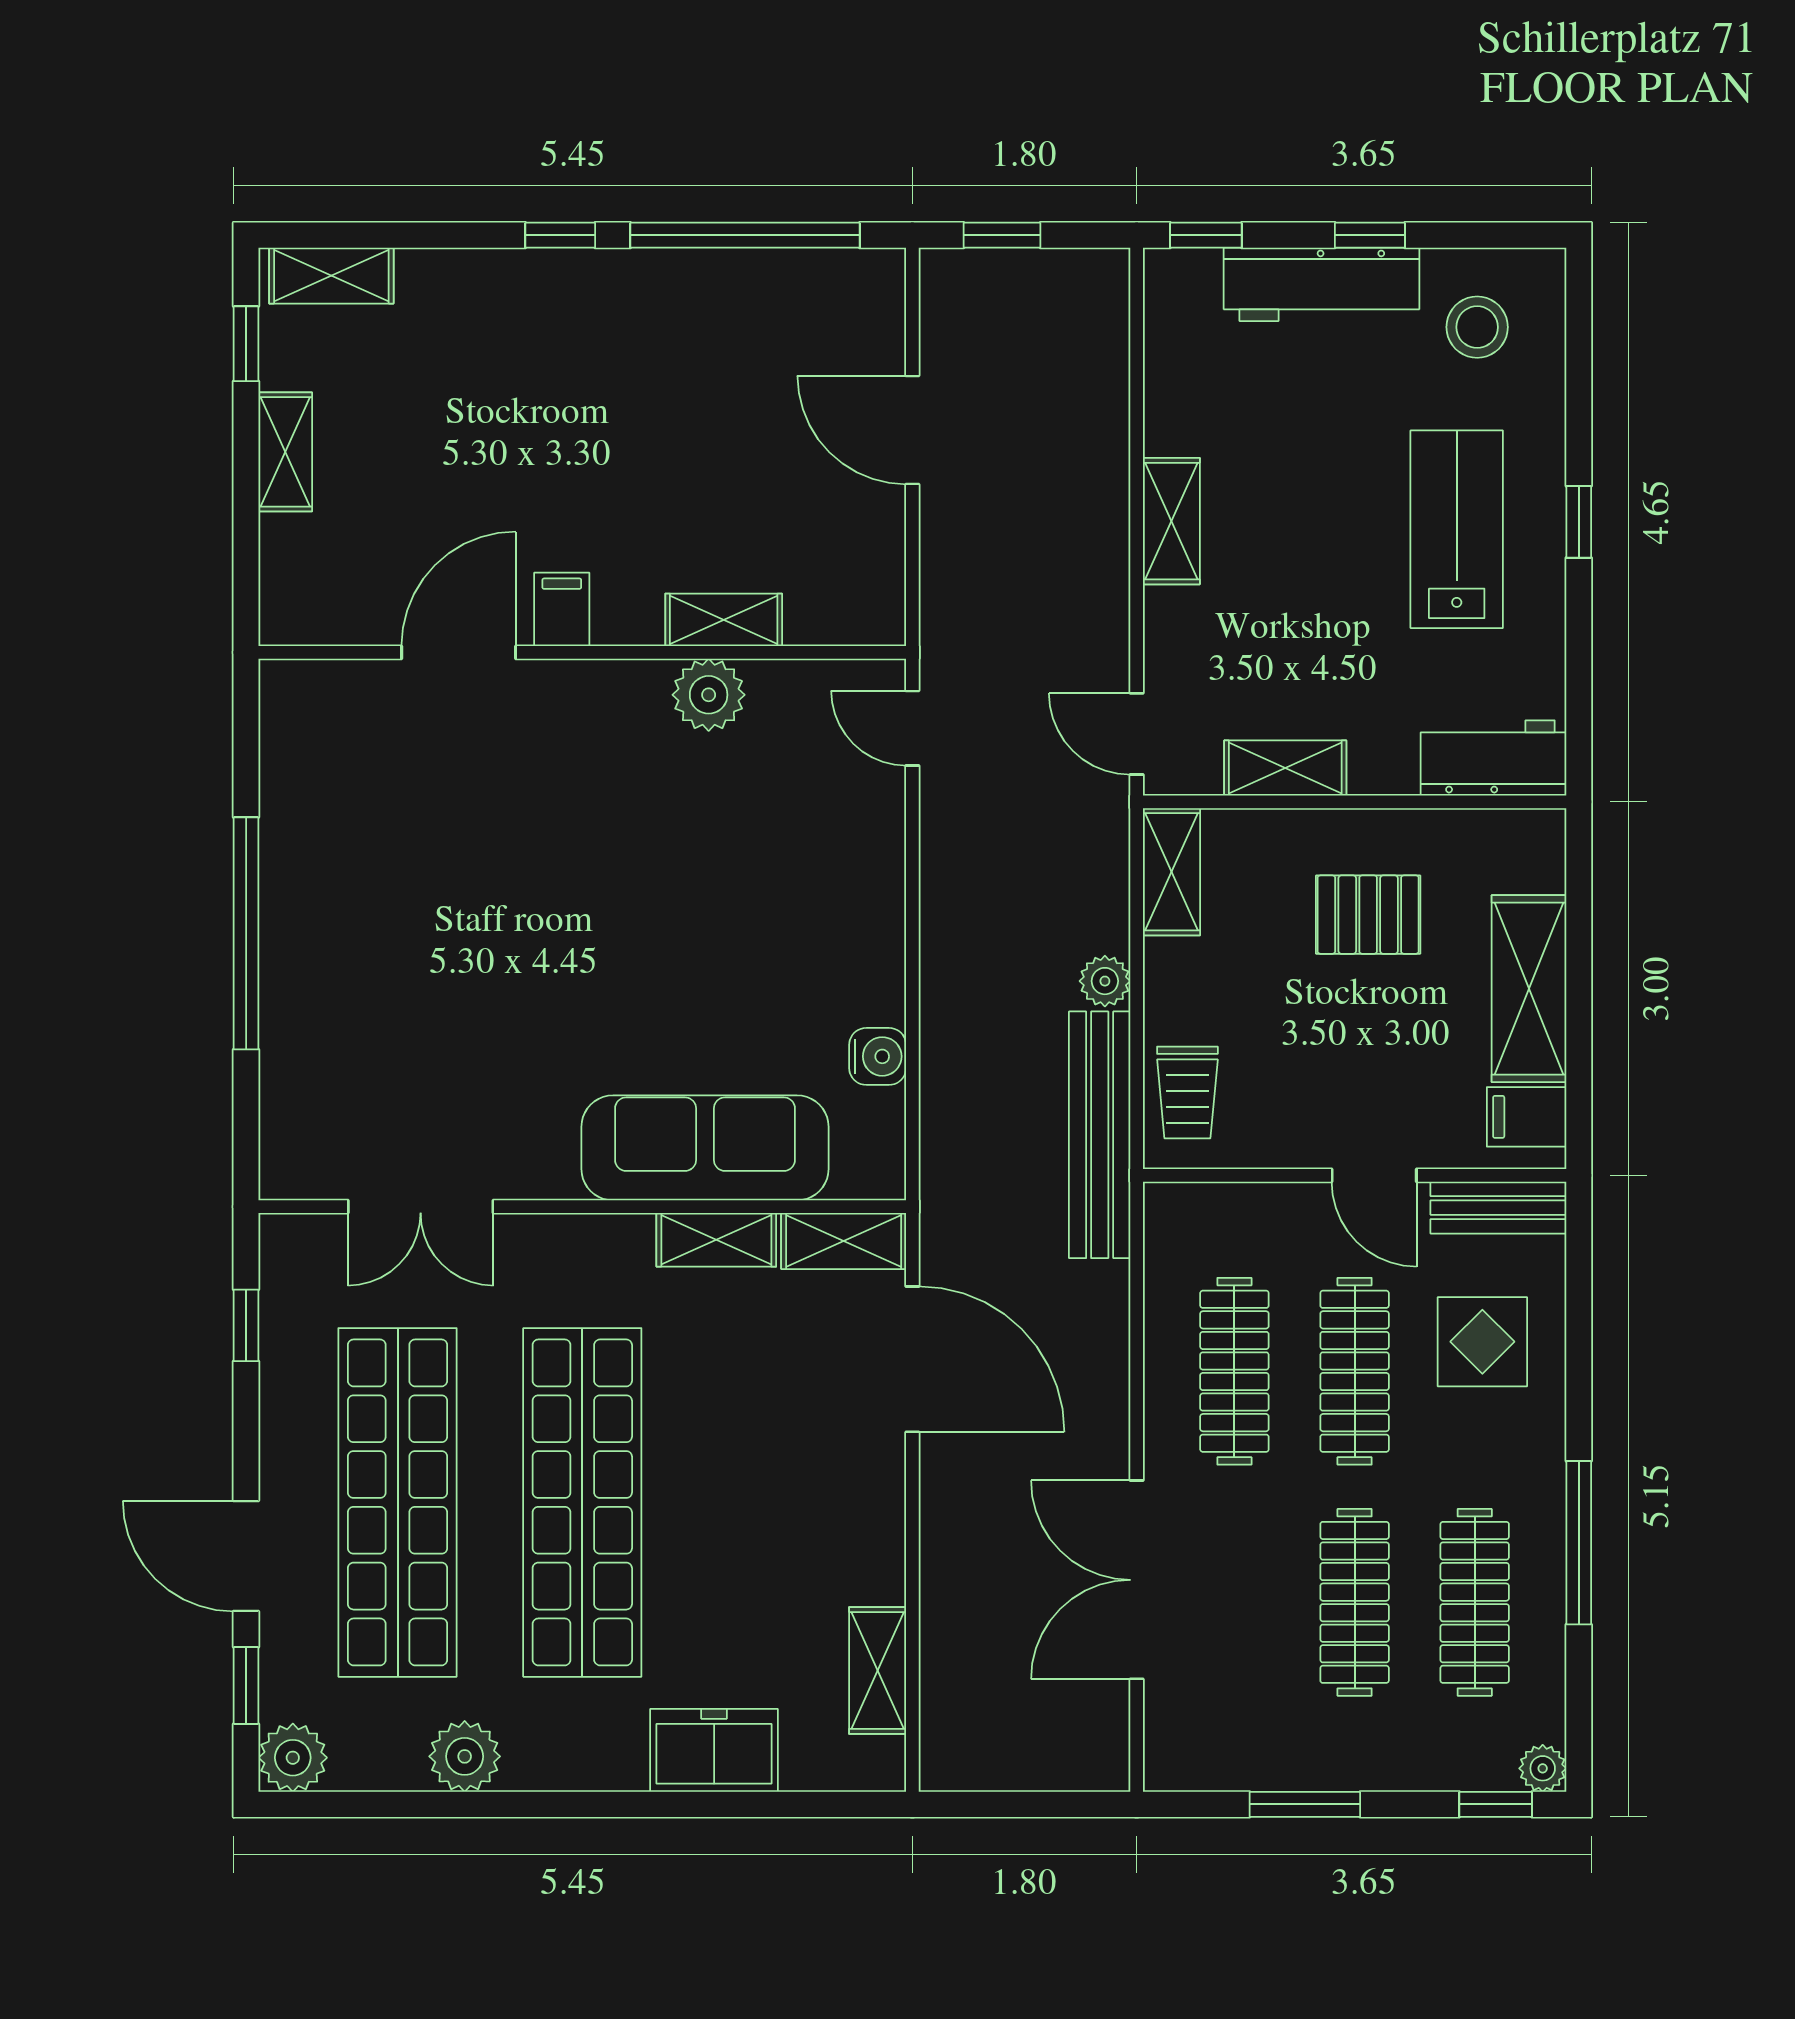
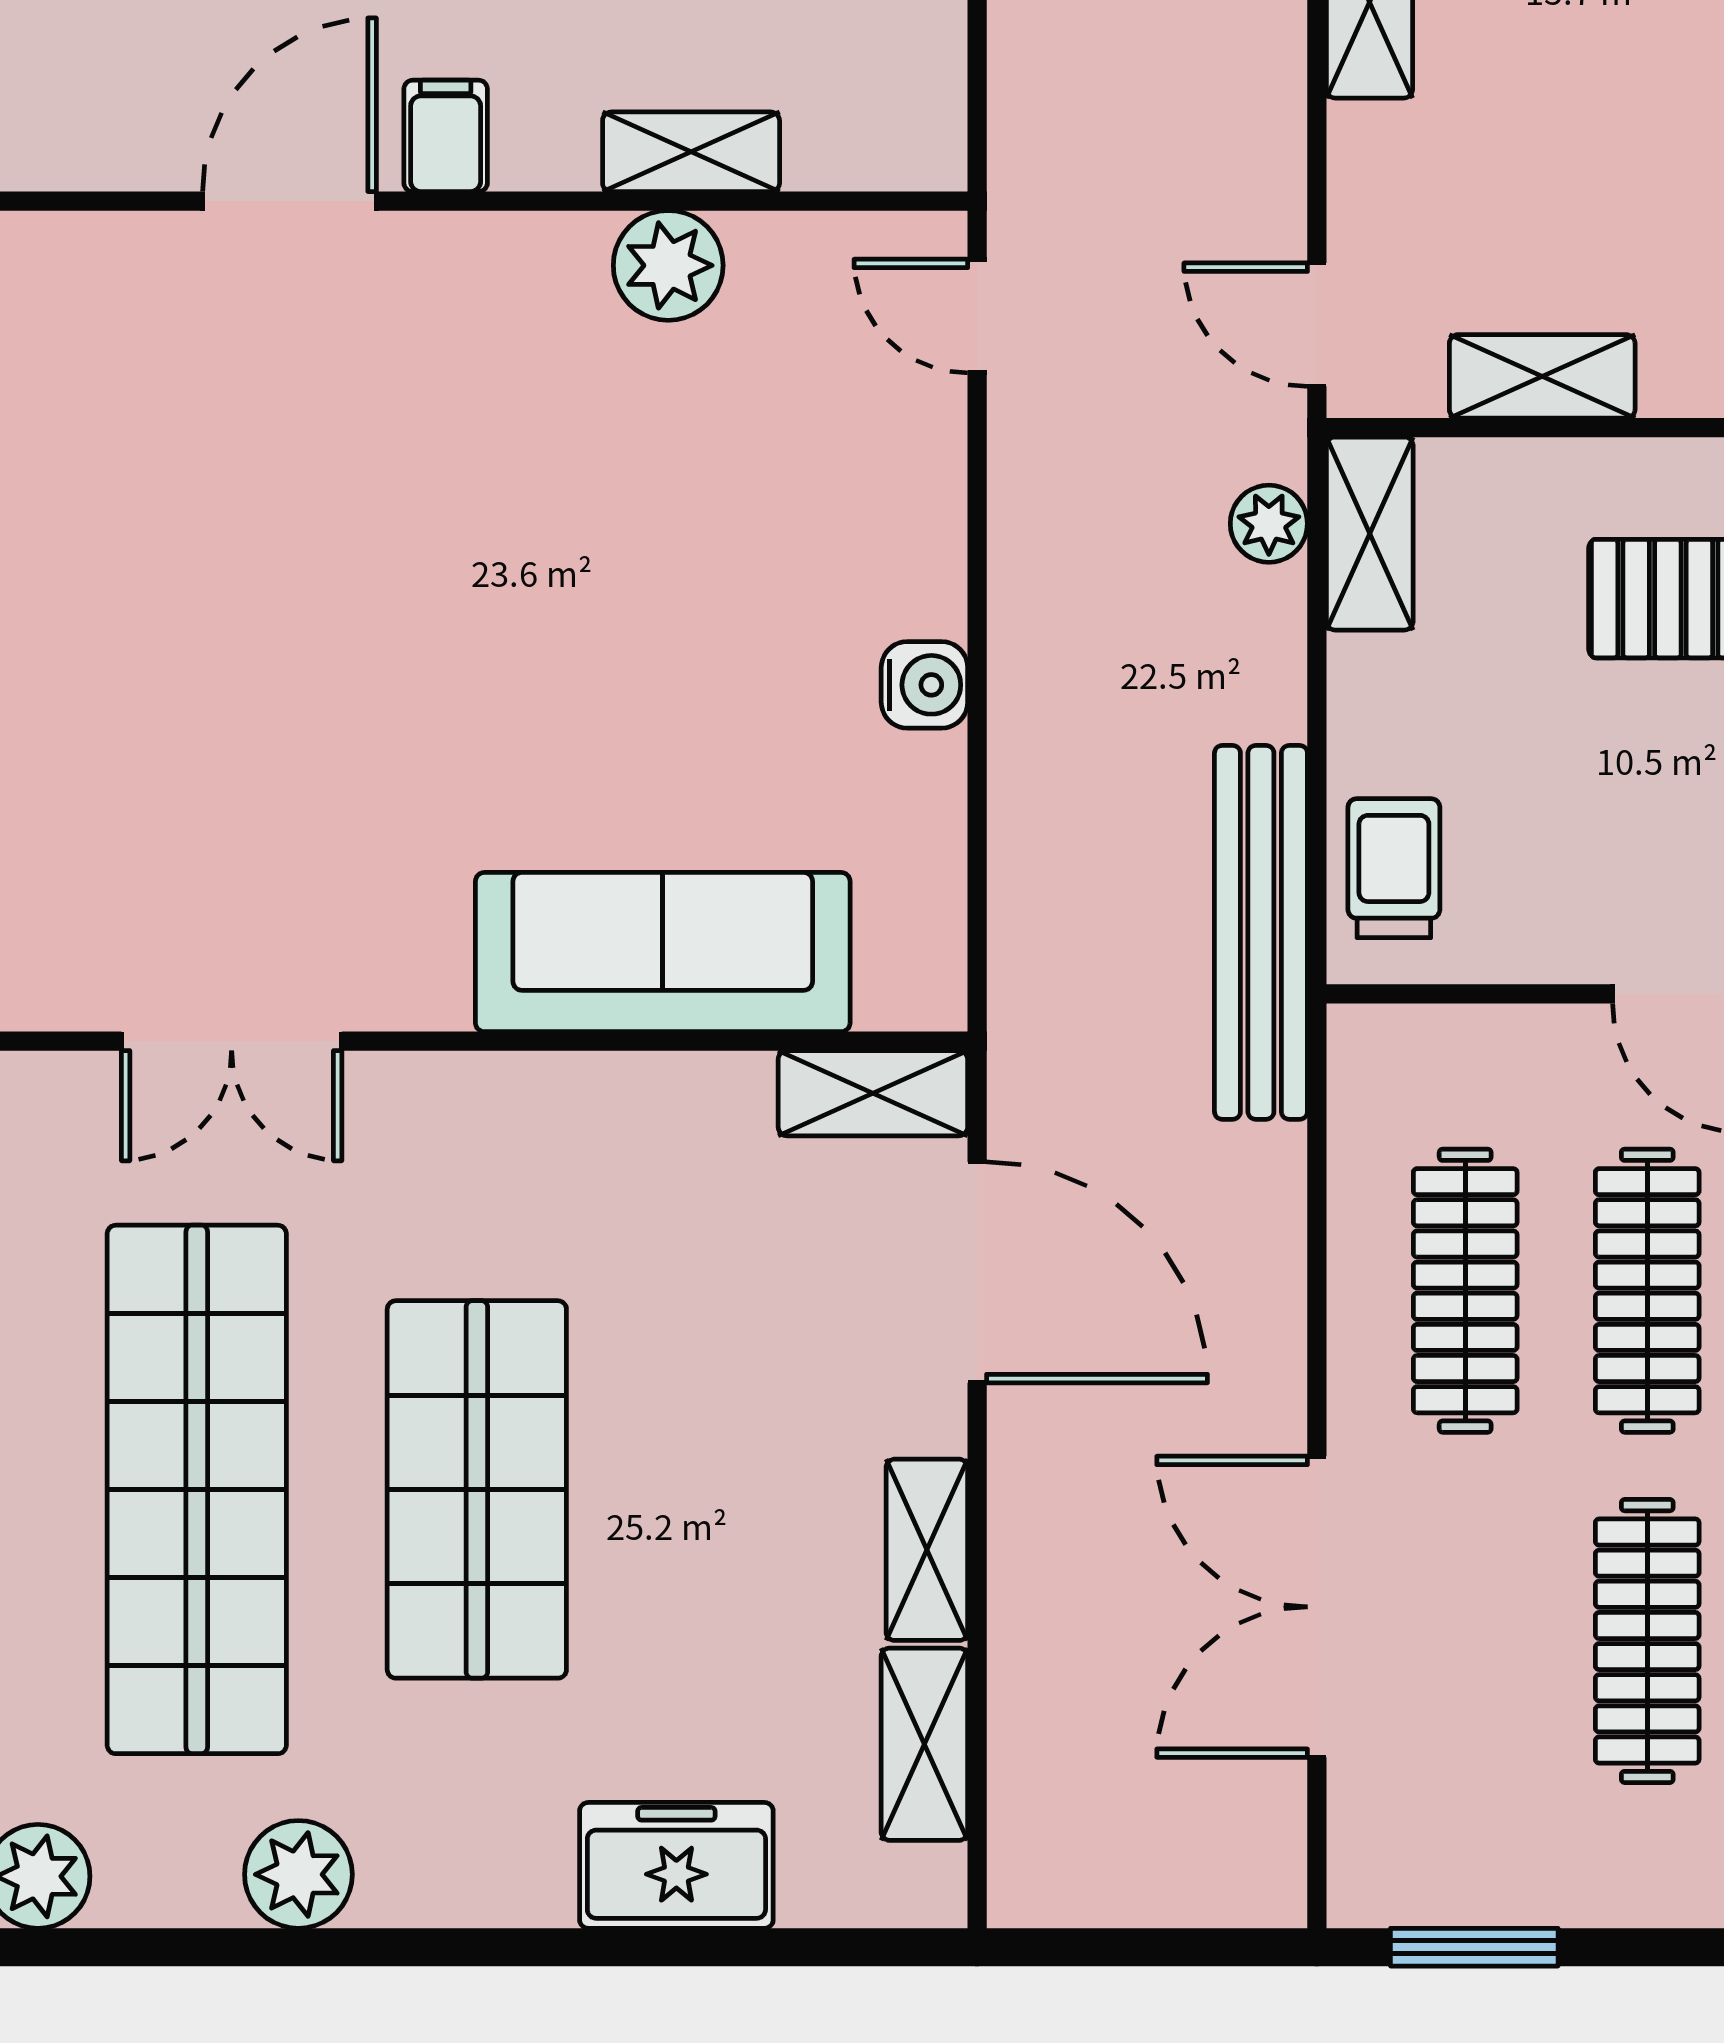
plant: (1105, 981) -> (1269, 524), moved
water cooler: (878, 1056) -> (924, 685), moved
trolley: (1187, 1092) -> (1394, 868), turned 180
shelving: (716, 1240) -> (927, 1550), moved, turned 90
shop shelf: (582, 1502) -> (477, 1489), width x0.71
window: (1305, 1804) -> (1474, 1947), moved

